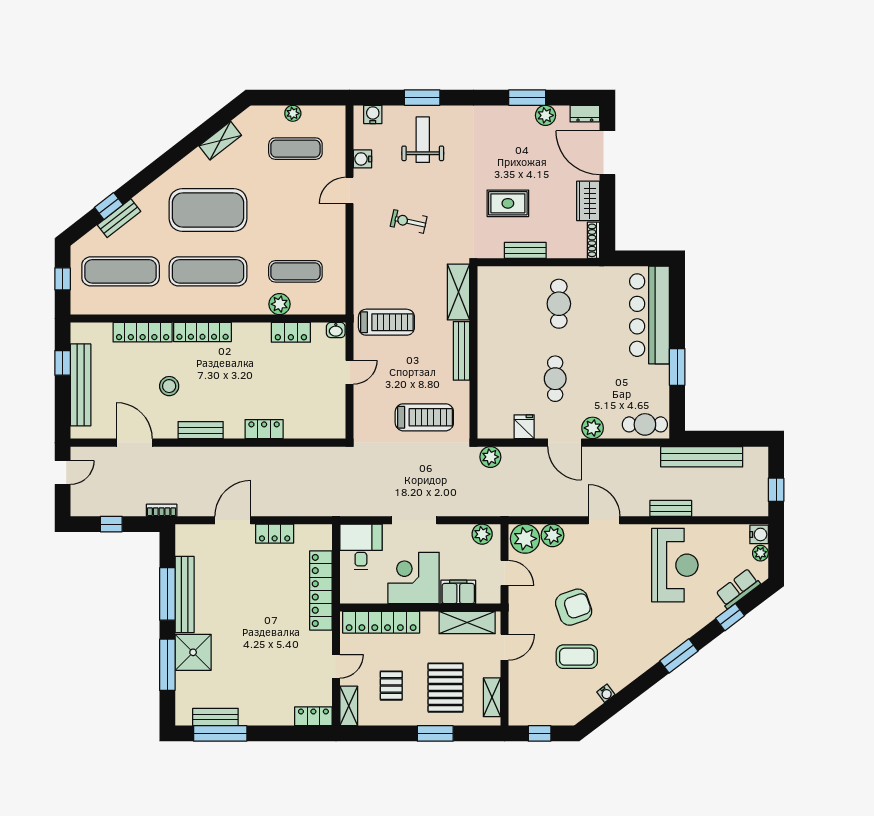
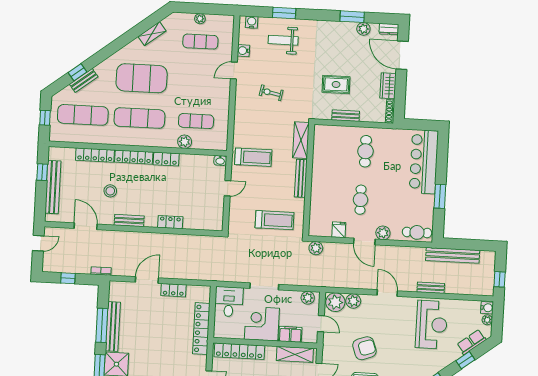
weight bench: (423, 140) -> (283, 40), turned -90
locker: (291, 332) -> (166, 159), moved

